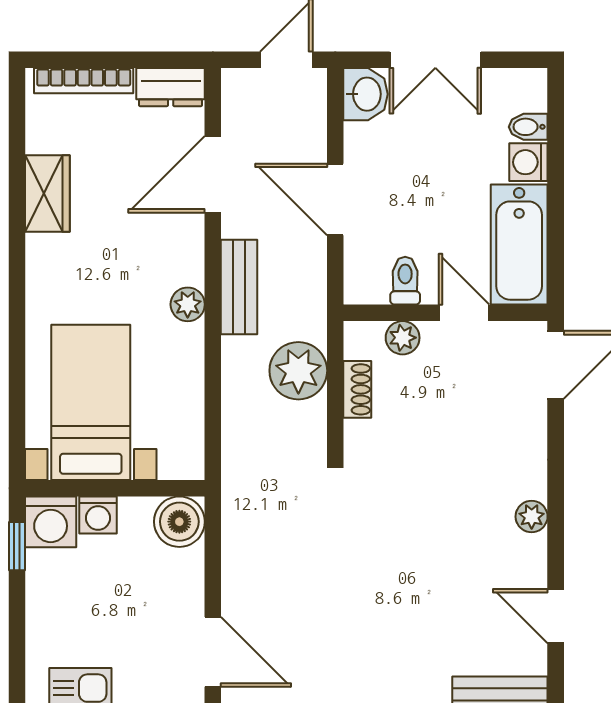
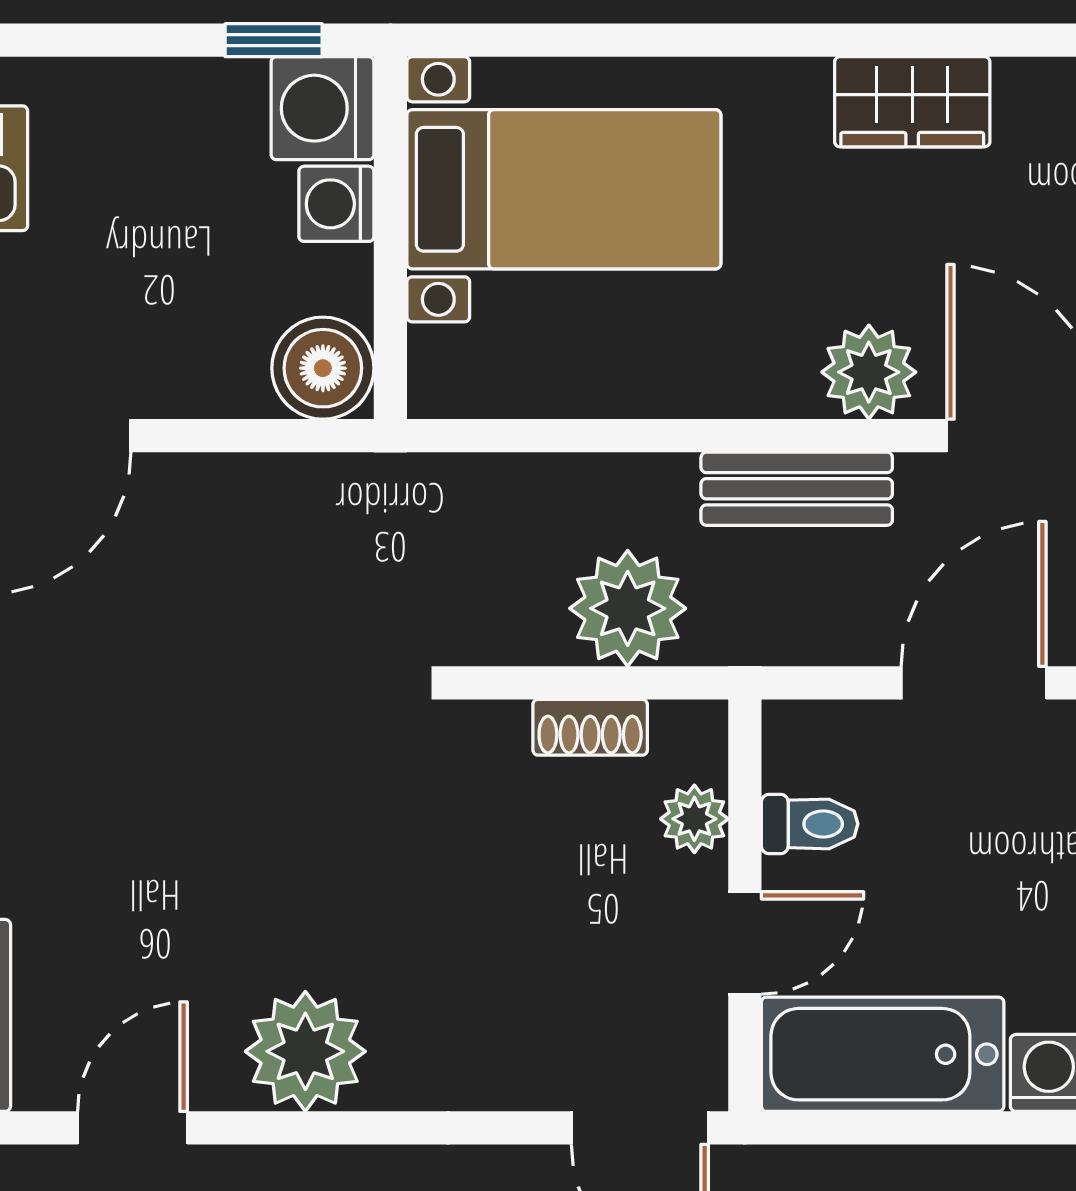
wardrobe: (47, 194) -> (912, 102), moved
plant: (188, 304) -> (869, 372), moved, width x1.38, depth x1.38
plant: (532, 517) -> (305, 1051), width x1.88, depth x1.88

